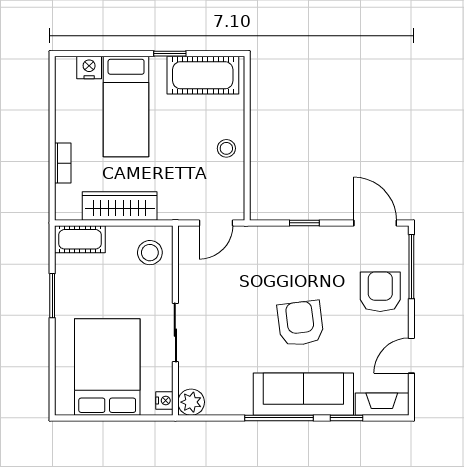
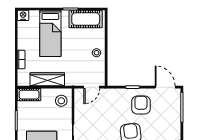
nightstand: (89, 68) -> (23, 15), moved
armchair: (380, 292) -> (141, 105), moved

